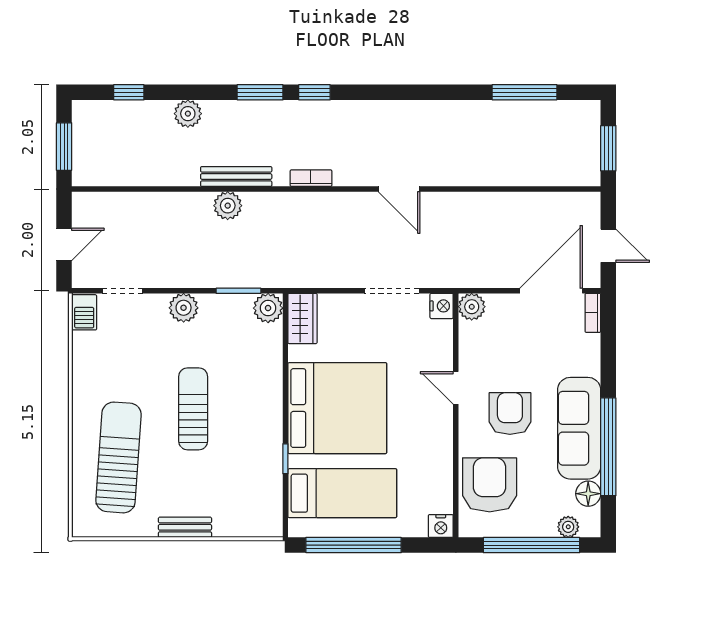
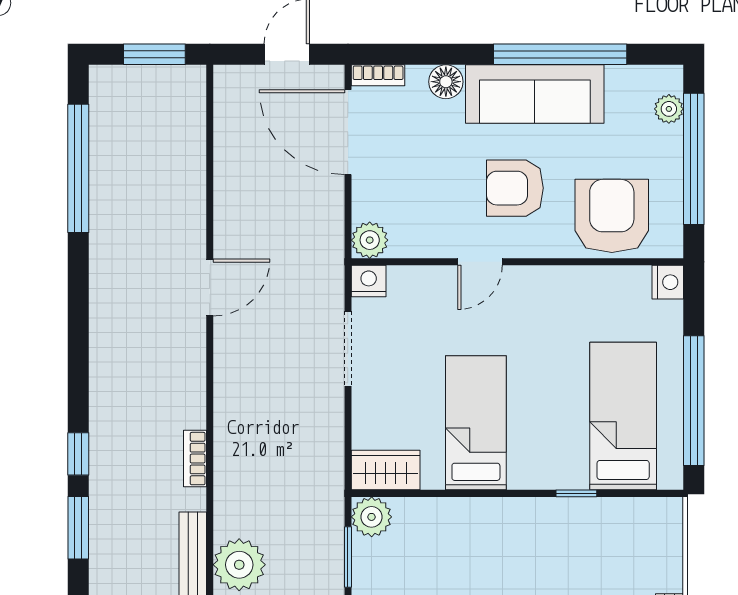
window: (524, 92) -> (78, 168), width x1.46
door: (399, 189) -> (210, 288), moved
plant: (228, 206) -> (239, 565), width x1.36, depth x1.36
bed: (337, 408) -> (476, 423), width x0.49
armchair: (490, 485) -> (612, 216), turned 90
floor lamp: (588, 494) -> (446, 82), moved

